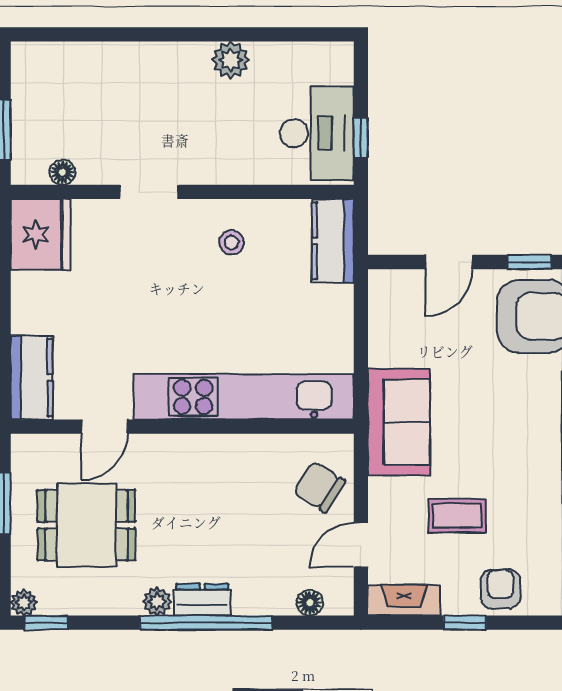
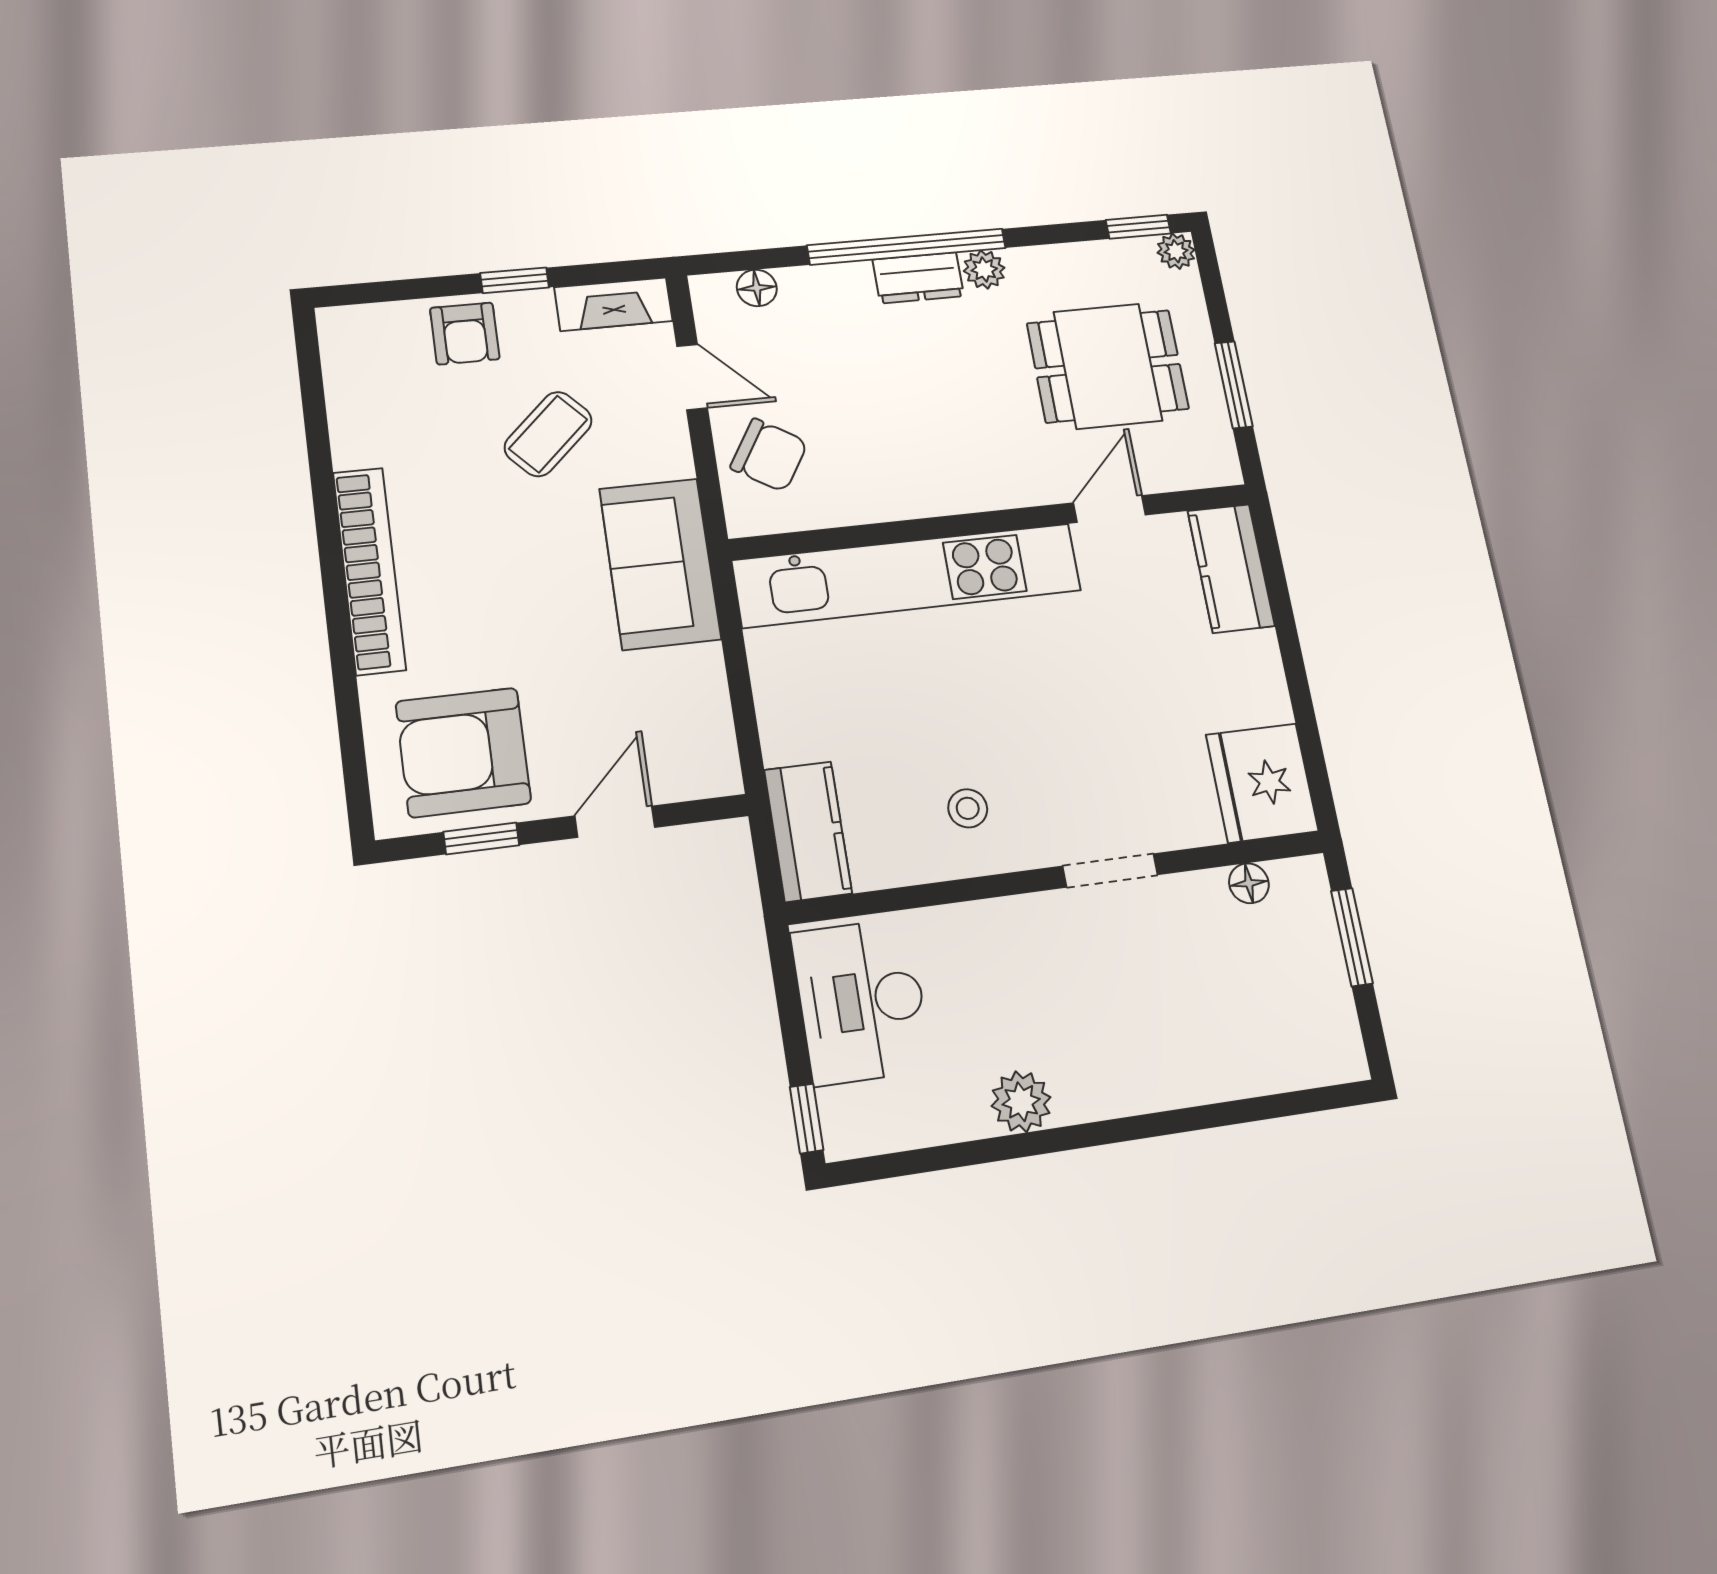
window: (361, 138) -> (807, 1118), moved
coffee table: (457, 516) -> (548, 434), turned -43
door: (361, 545) -> (692, 377), hinge flipped

